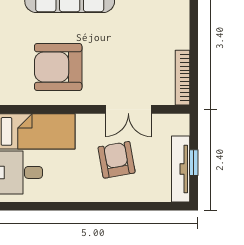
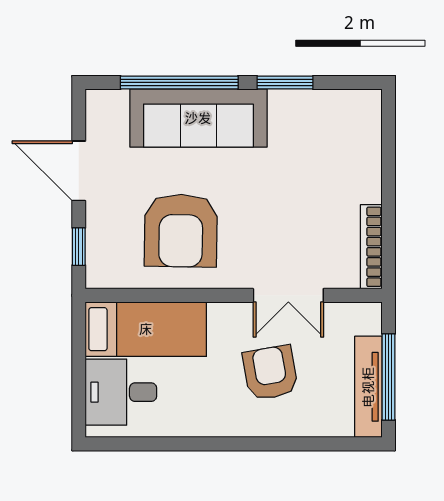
armchair: (58, 67) -> (181, 231), turned -89
window: (194, 163) -> (389, 377), width x2.17

